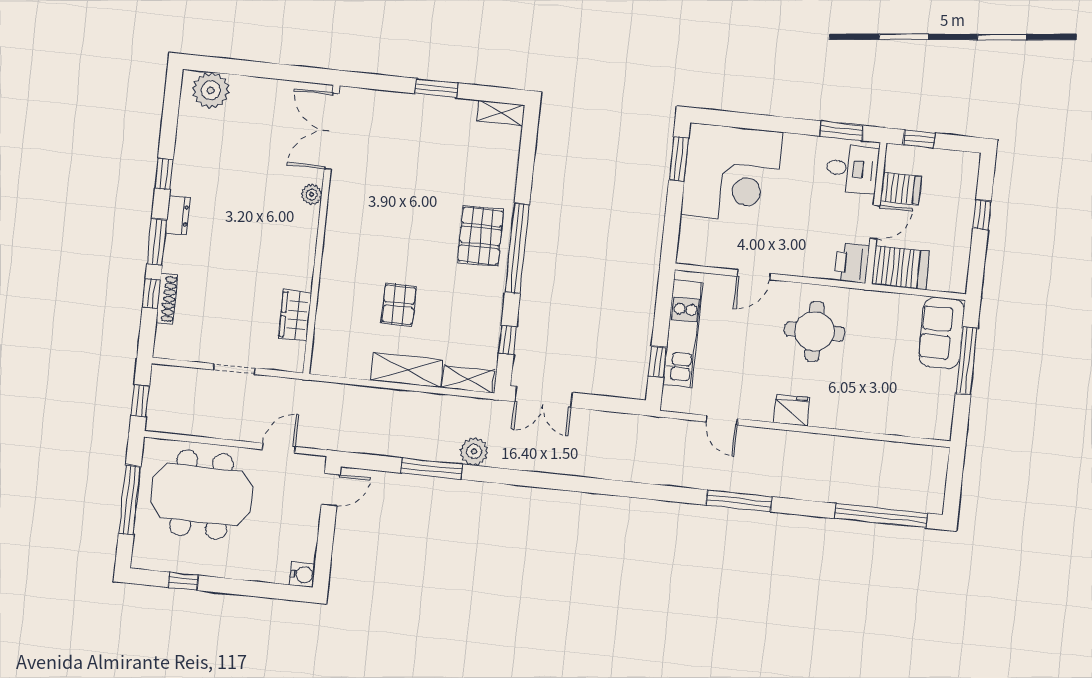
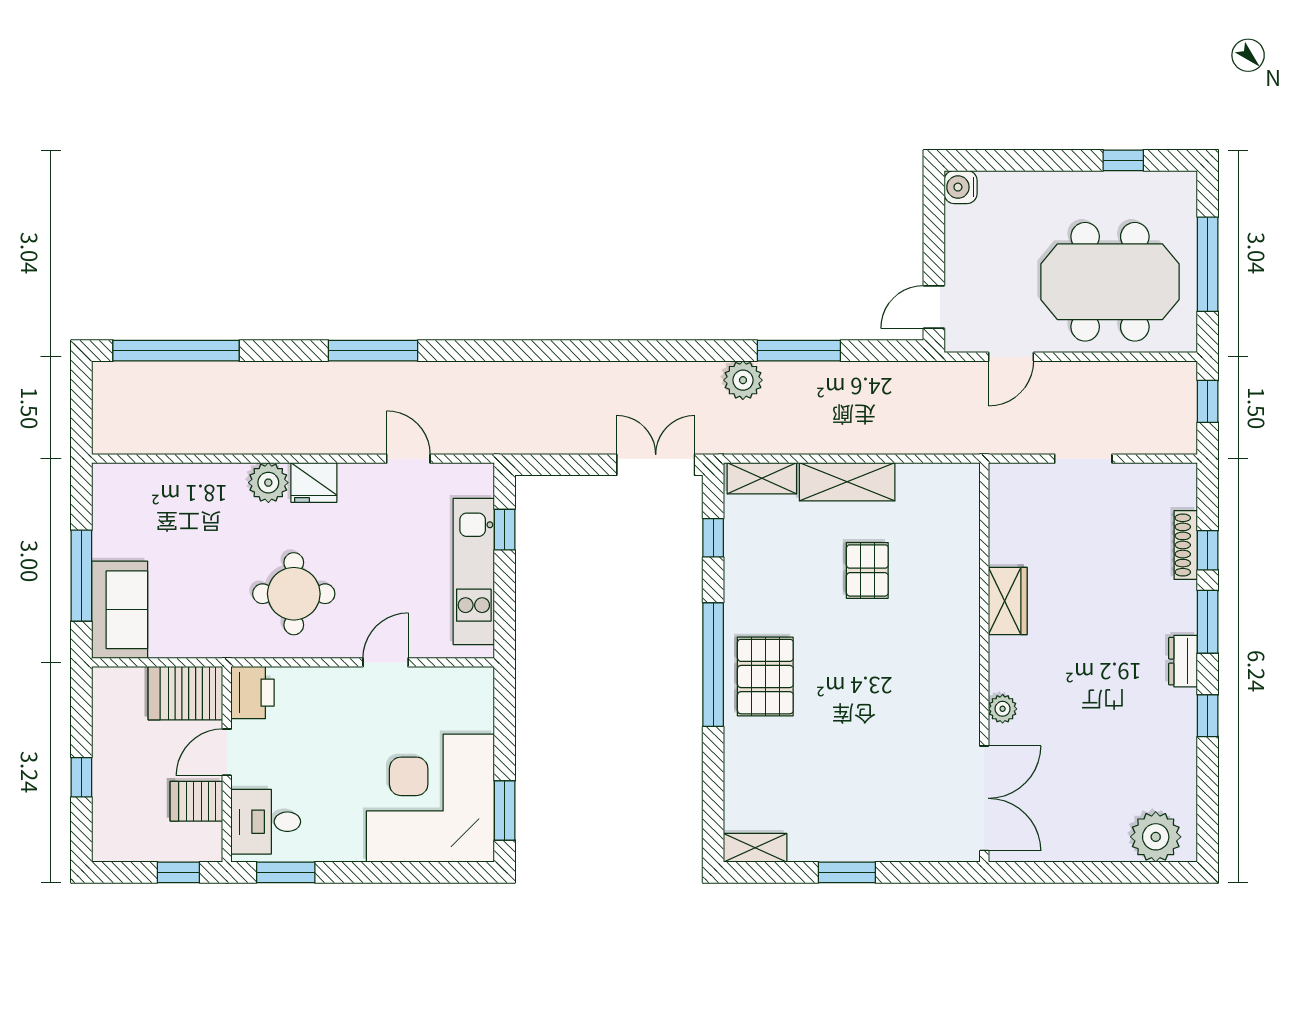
wardrobe: (295, 315) -> (1008, 601), moved
plant: (825, 414) -> (268, 483), added

